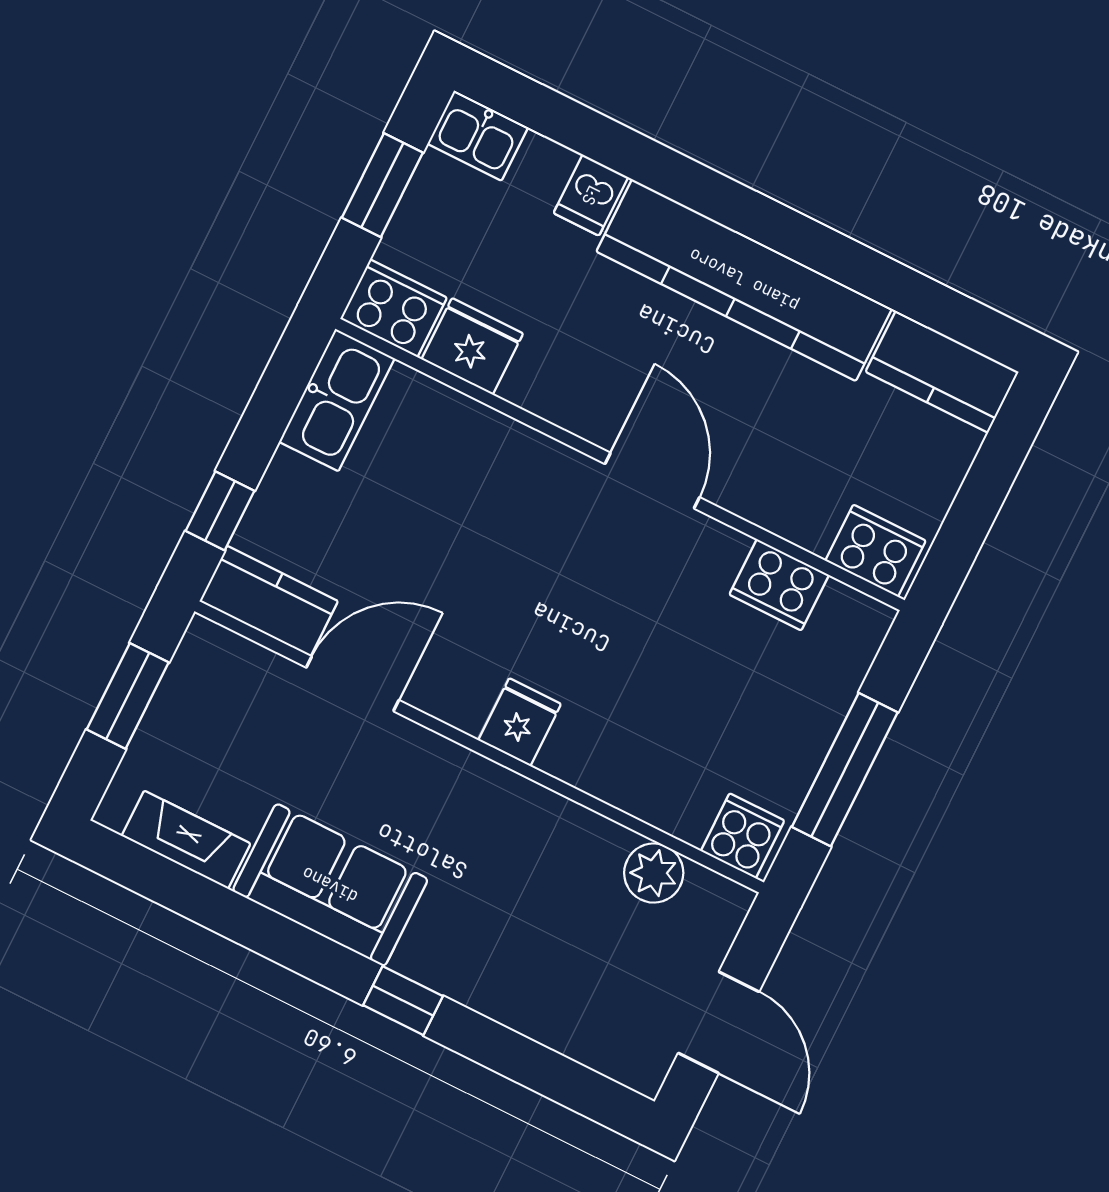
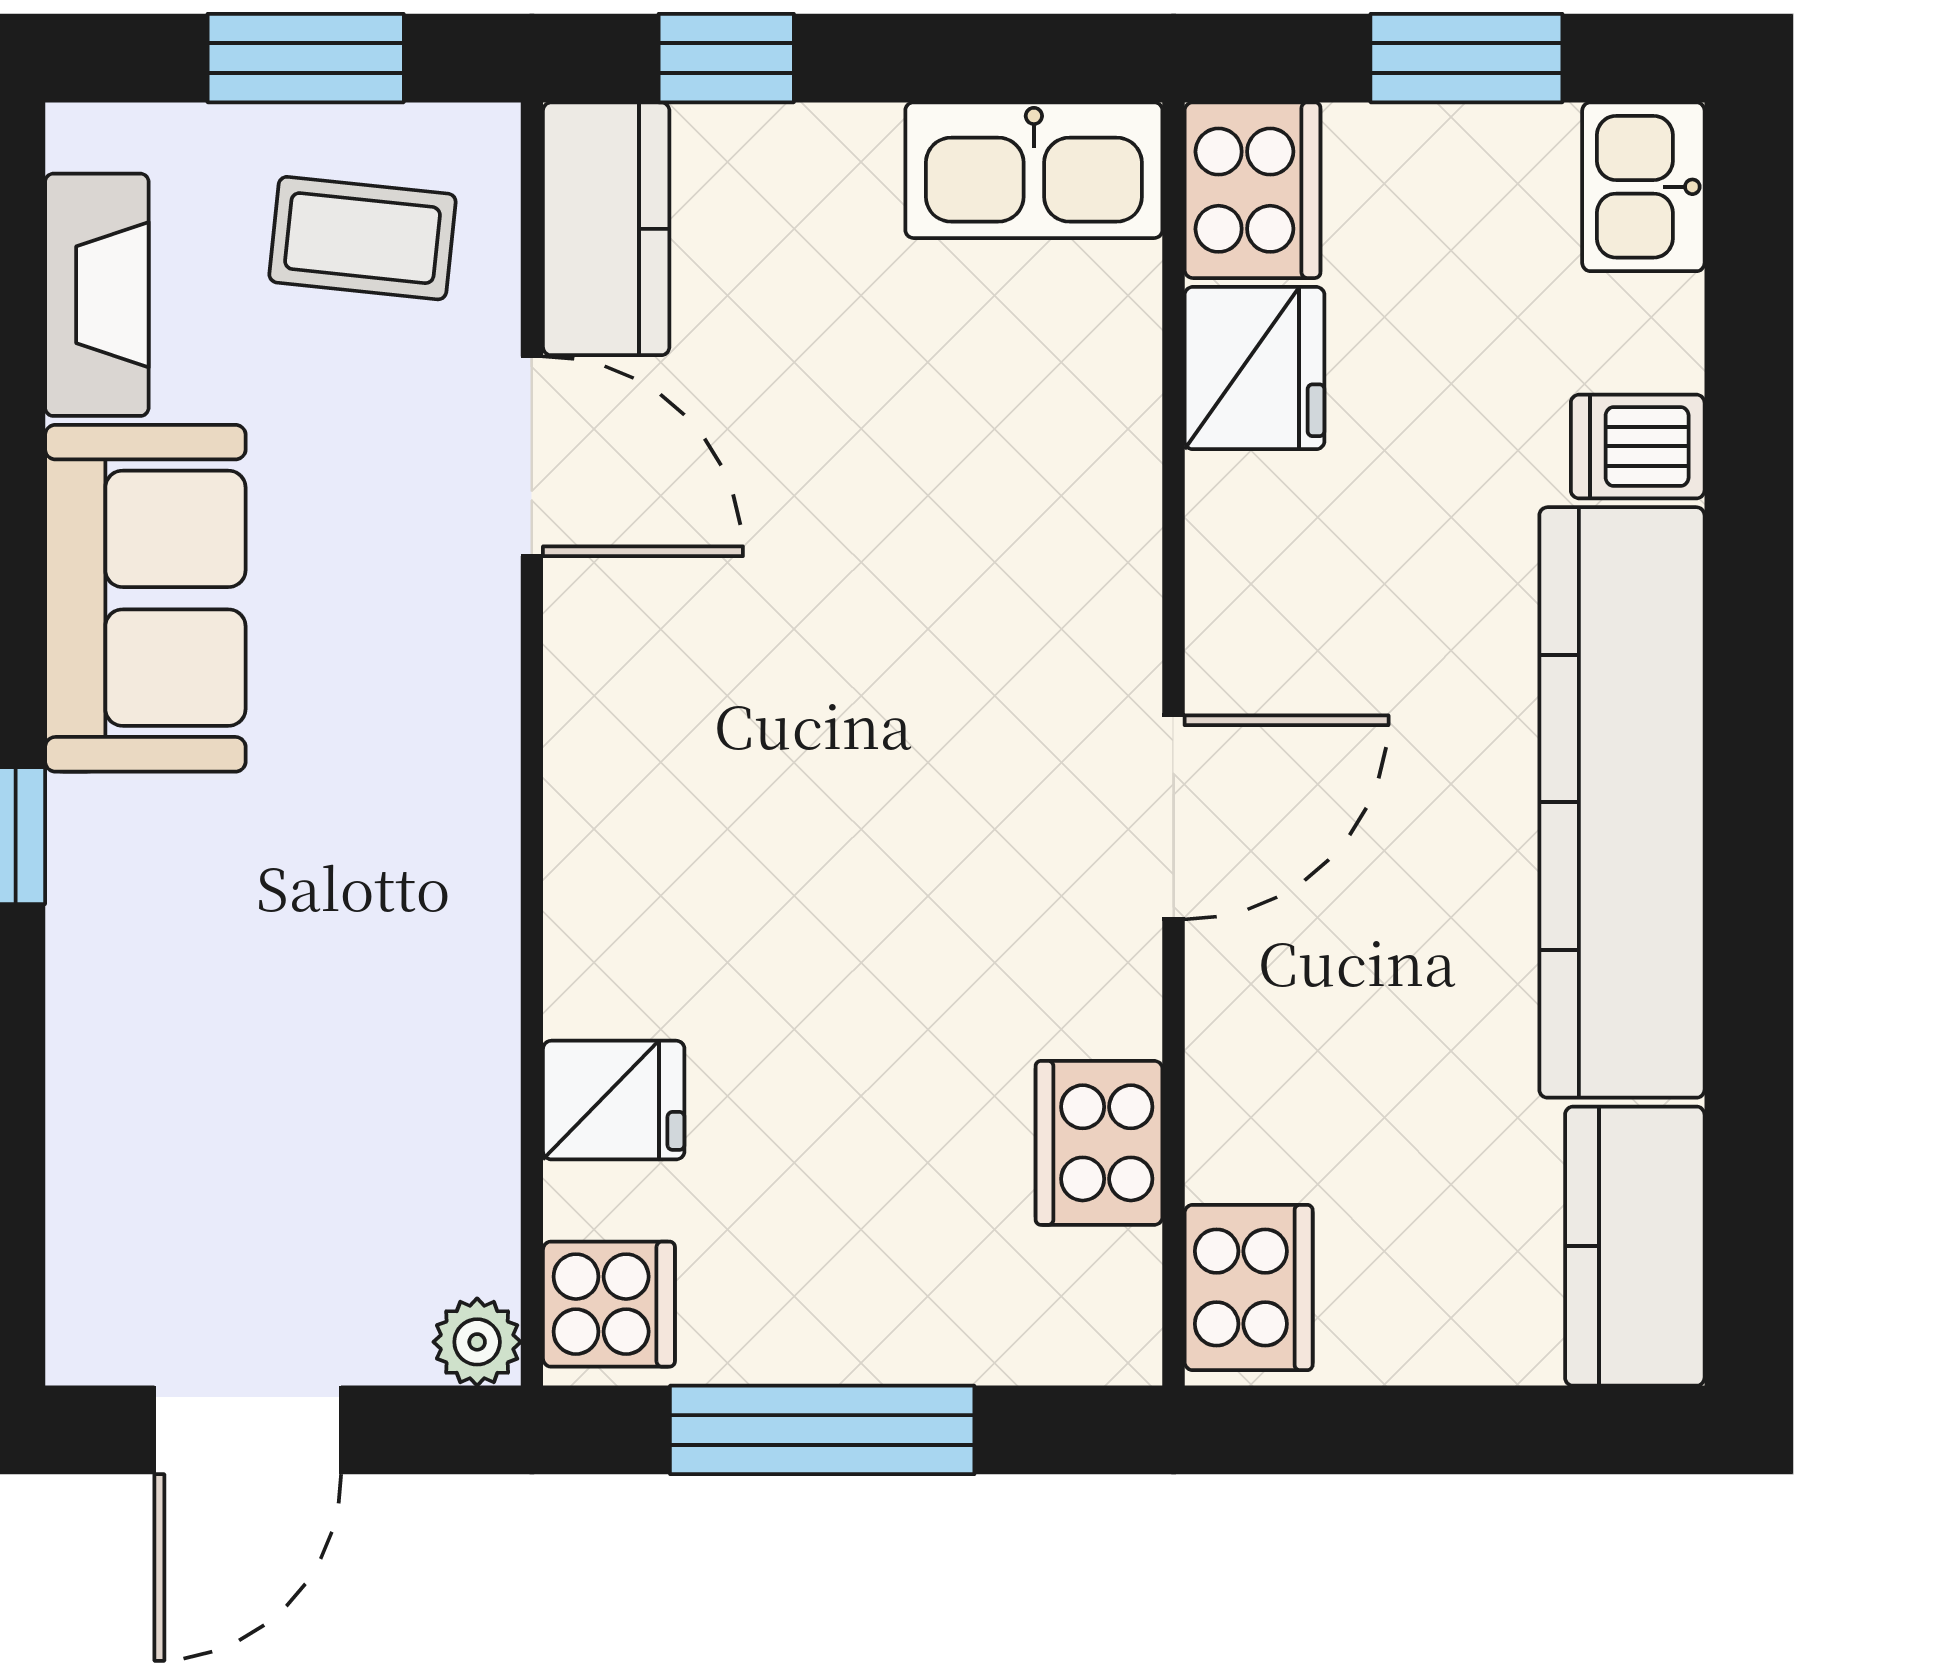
coffee table: (219, 710) -> (362, 238), added
fridge: (520, 722) -> (614, 1100), moved
plant: (654, 873) -> (477, 1342), moved, width x0.73, depth x0.73

